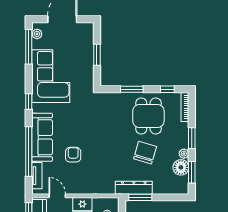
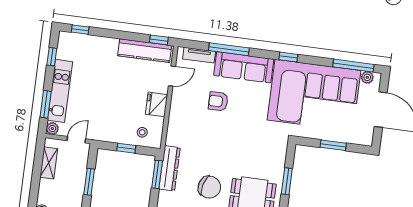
corner sofa: (51, 76) -> (314, 95), width x1.36, depth x1.36
window: (29, 151) -> (229, 49), width x0.68
armchair: (73, 155) -> (218, 101), turned 180

